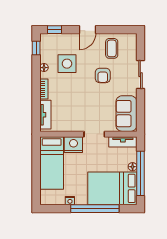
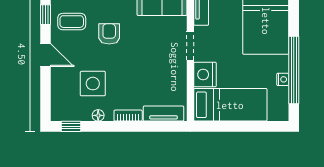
window: (55, 30) -> (46, 15), moved
armchair: (103, 75) -> (109, 34), turned -90
window: (95, 209) -> (294, 70), moved

